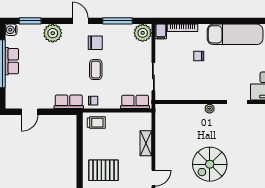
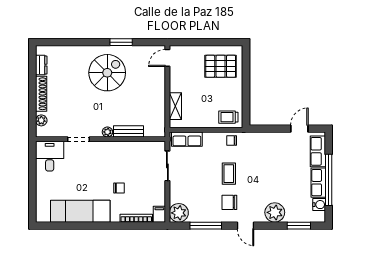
water cooler: (11, 30) -> (319, 205), moved
row of seats: (69, 102) -> (318, 151), moved, turned 90
bench: (190, 109) -> (128, 131), added
shelving: (146, 143) -> (175, 106), moved

